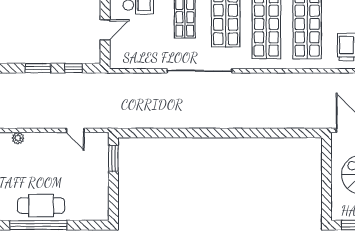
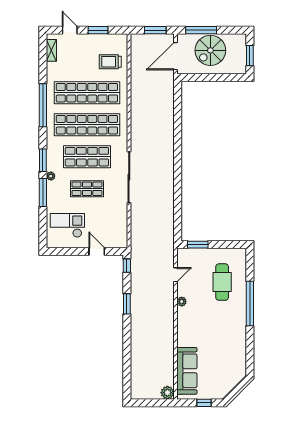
window: (73, 68) -> (127, 266), moved
plant: (18, 138) -> (182, 302), moved
cafe table: (41, 206) -> (222, 282), moved

